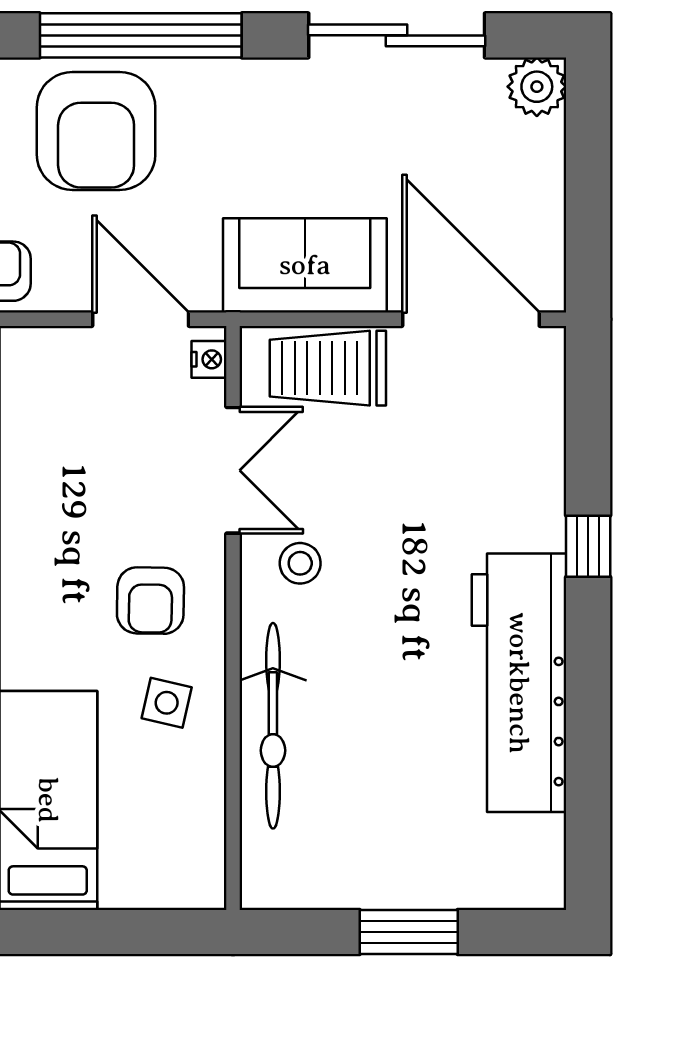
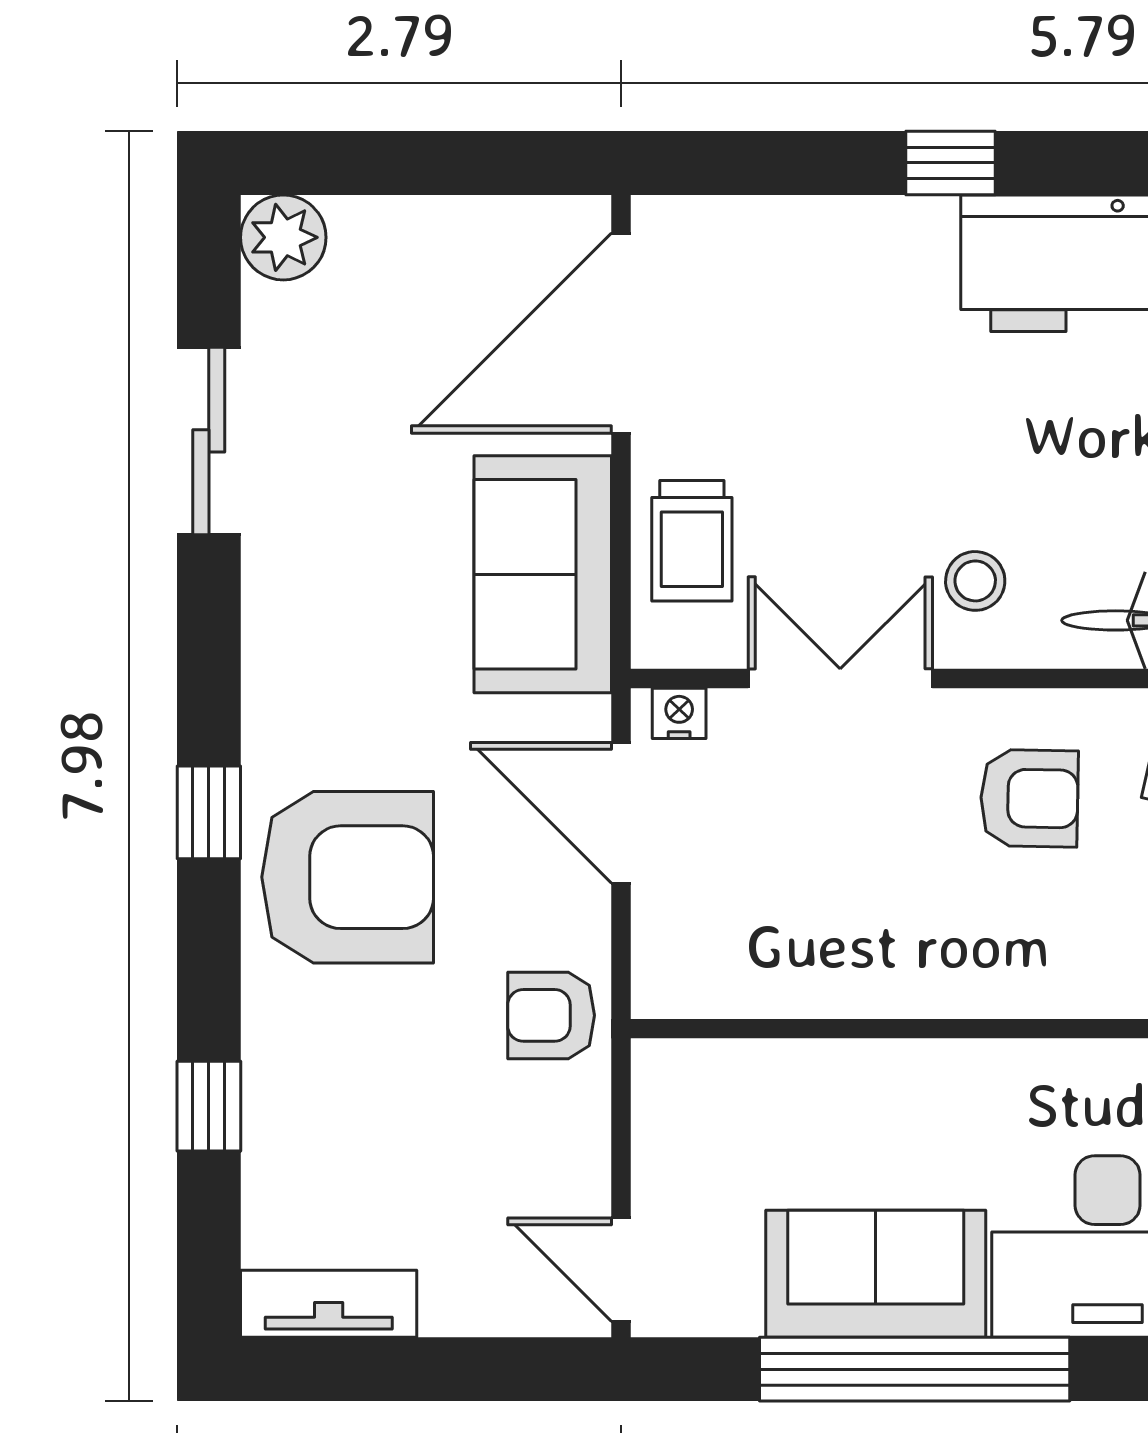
window: (141, 35) -> (209, 812), width x0.32
sliding door: (397, 35) -> (209, 441), width x0.73
door: (141, 319) -> (621, 813), hinge flipped
trolley: (328, 368) -> (692, 541), width x0.73, depth x0.72

